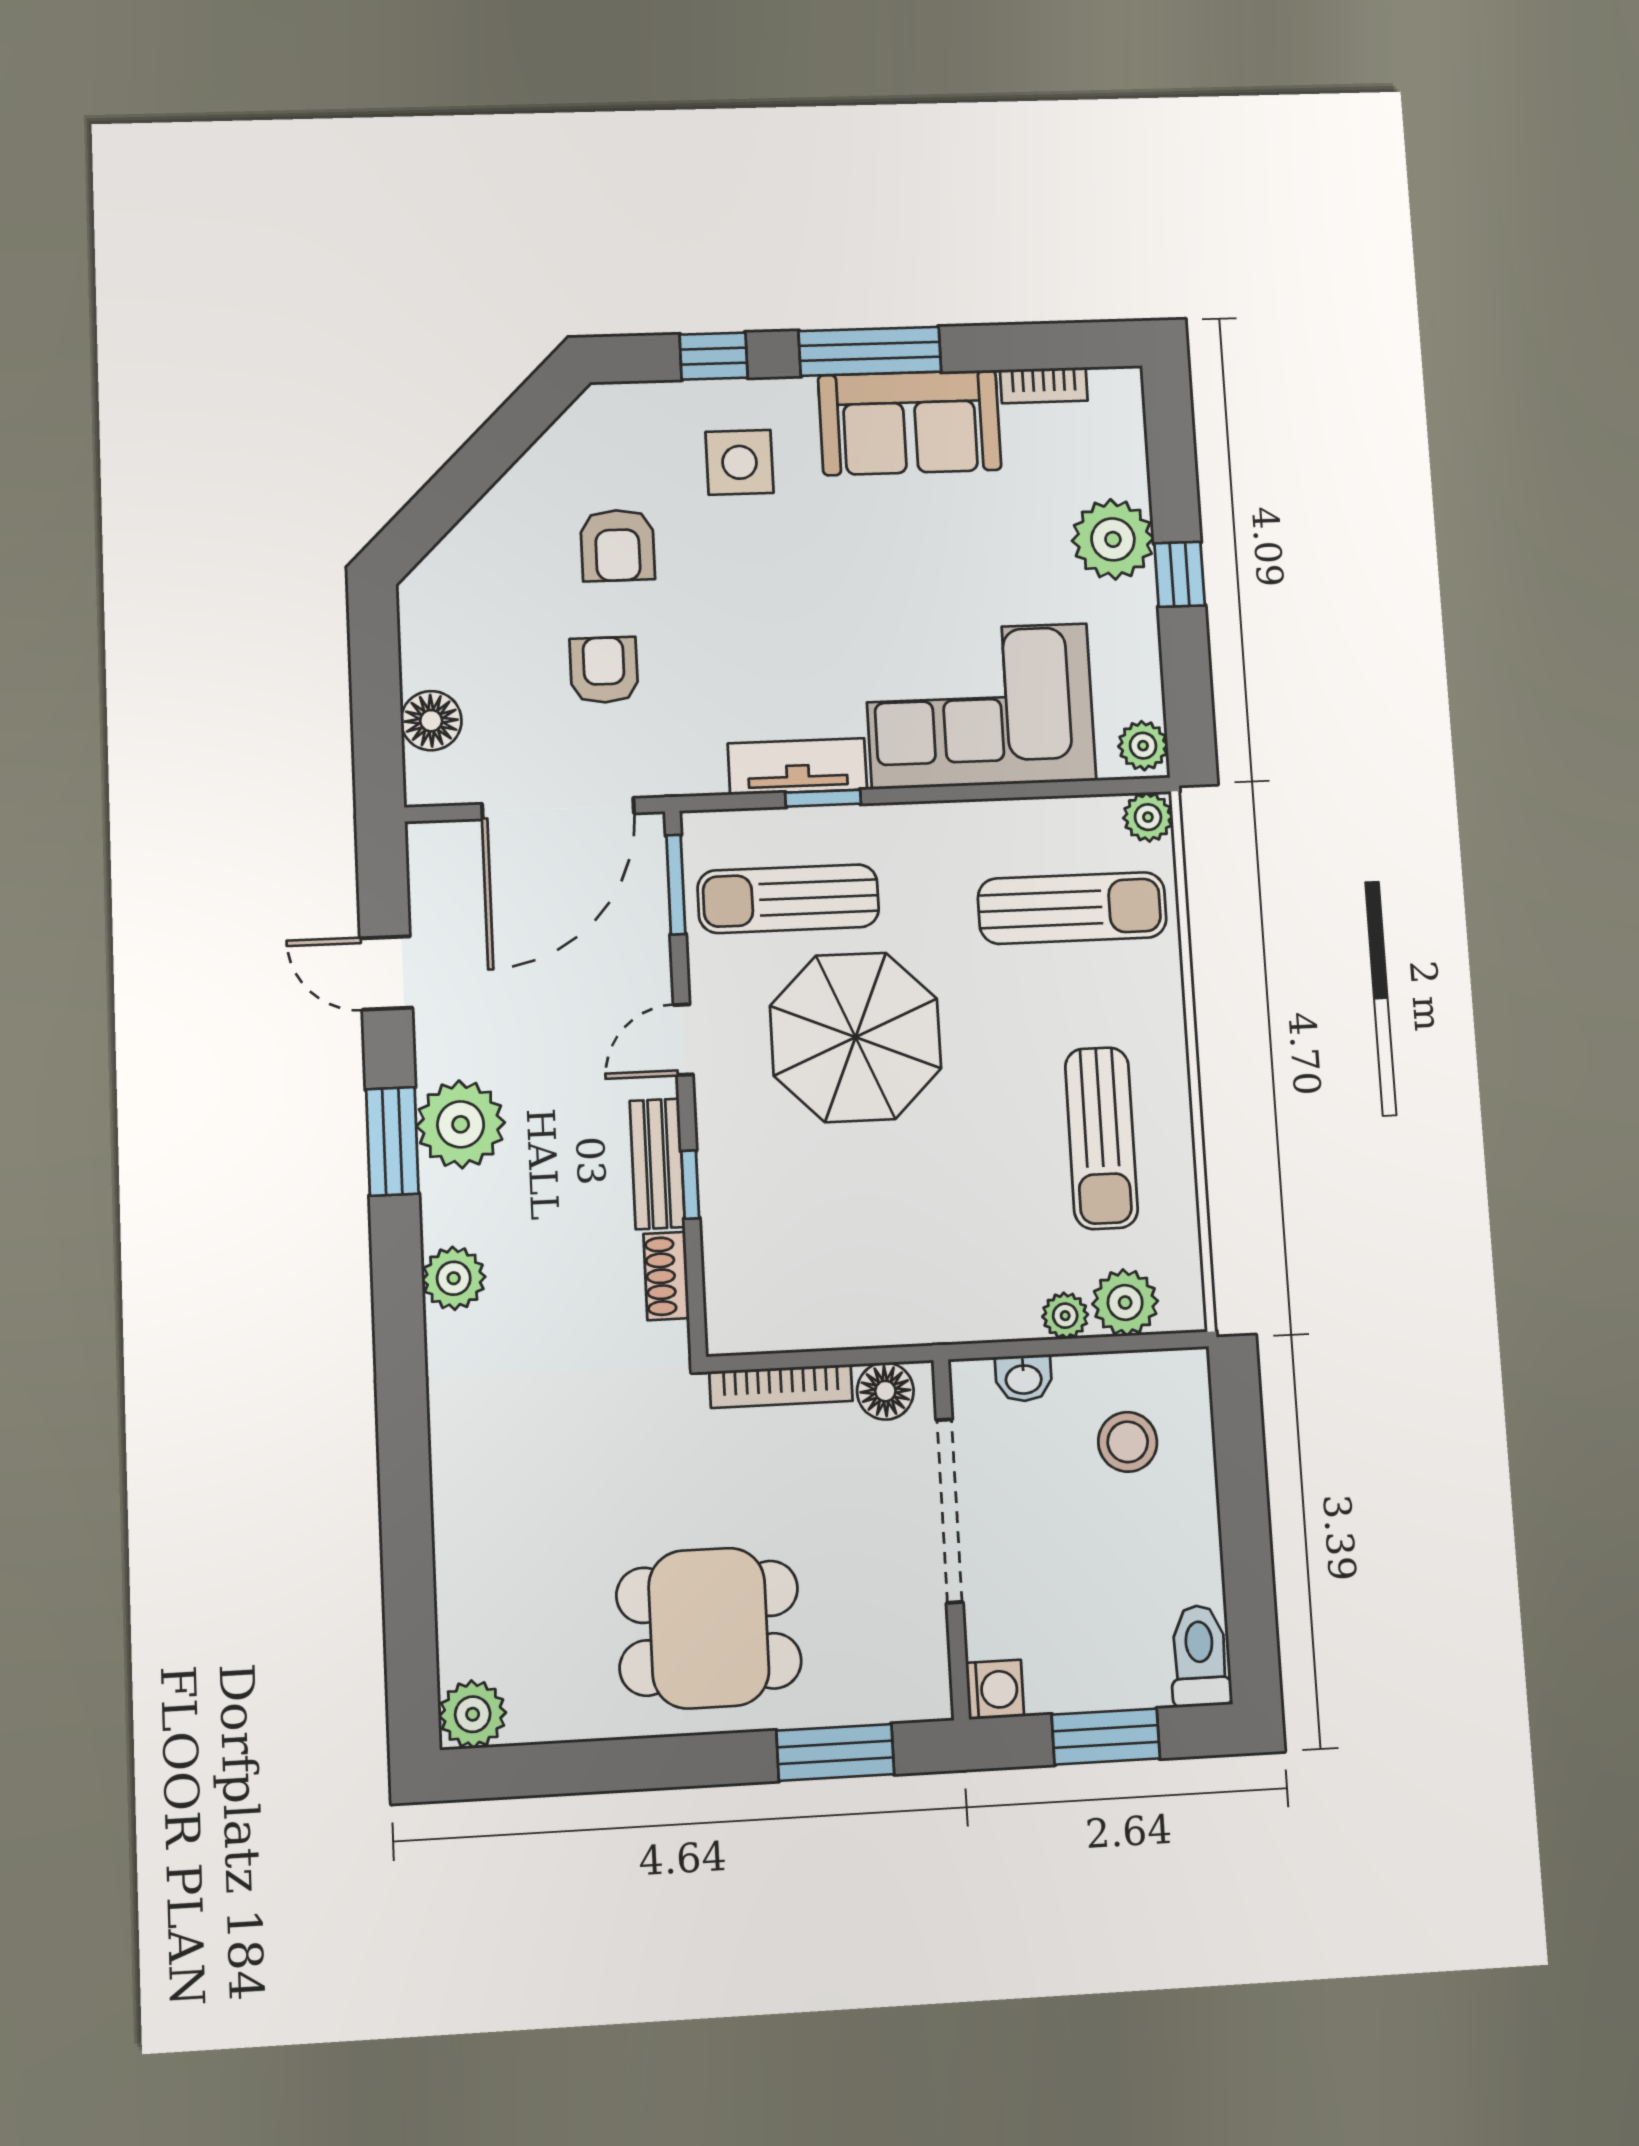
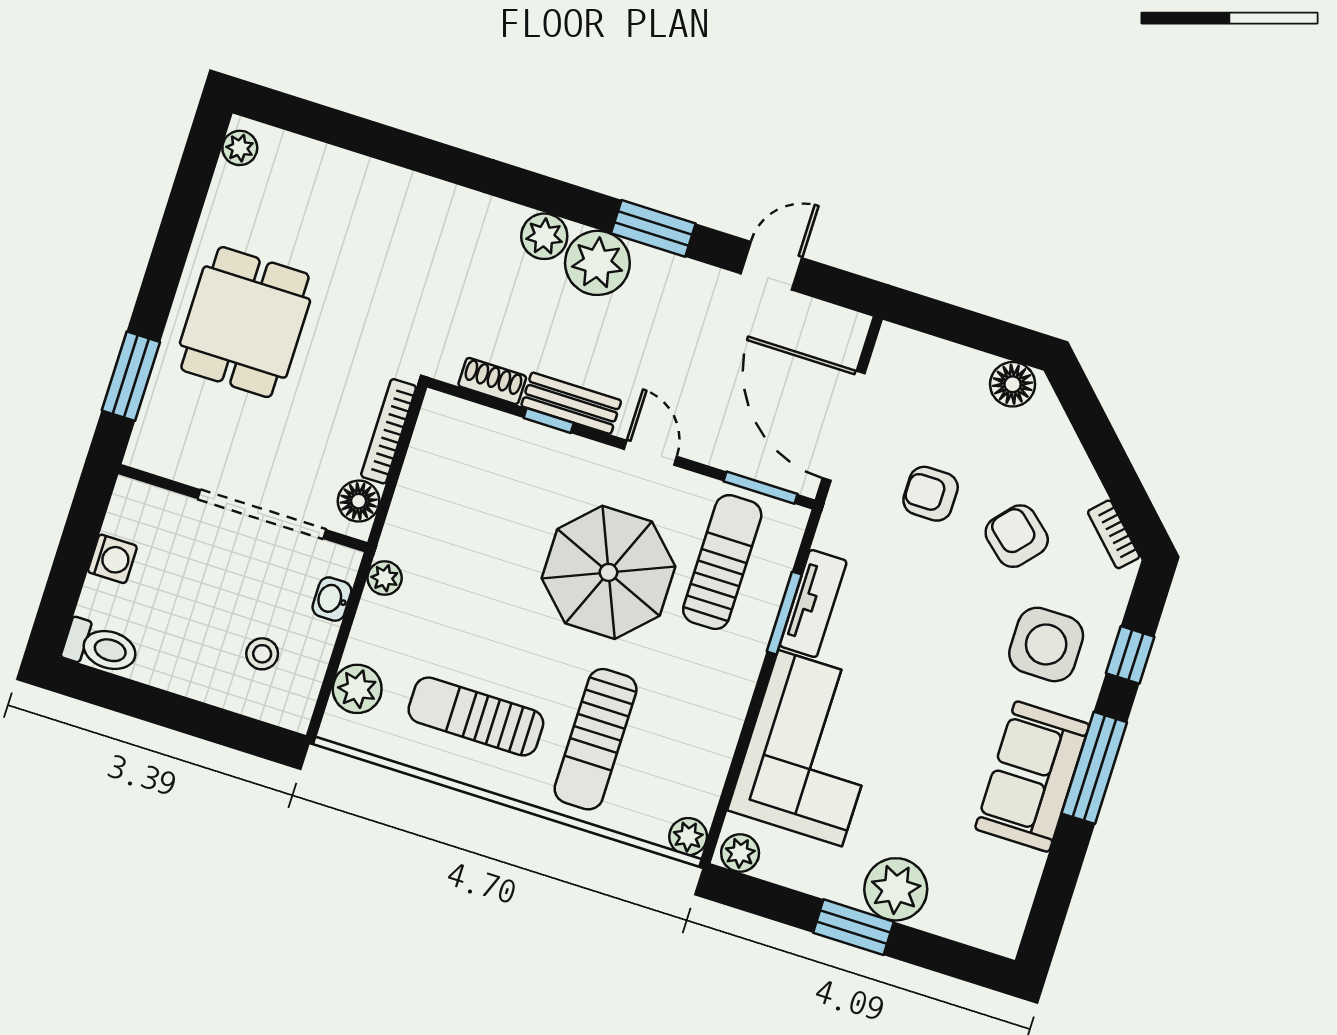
bookcase: (1044, 385) -> (1114, 534), moved, turned -45
side table: (740, 462) -> (1046, 644), width x1.37, depth x1.37
armchair: (618, 545) -> (1017, 536), turned 41
window: (1180, 574) -> (853, 927), width x1.50
armchair: (604, 670) -> (931, 494), turned 180
floor lamp: (431, 721) -> (1013, 384), moved
window: (823, 798) -> (784, 613), width x1.50
sun lounger: (1072, 908) -> (596, 739), moved
plant: (461, 1124) -> (597, 263), moved
plant: (1065, 1316) -> (385, 578), moved
stool: (1128, 1442) -> (262, 654), width x0.73, depth x0.73
washing machine: (995, 1690) -> (112, 559), moved, turned -90
plant: (473, 1714) -> (240, 148), width x0.73, depth x0.73
window: (1106, 1737) -> (72, 562), removed

